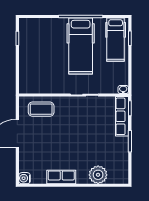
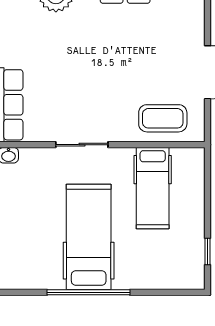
hospital bed: (116, 40) -> (153, 188), moved, turned 180

